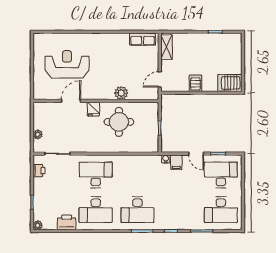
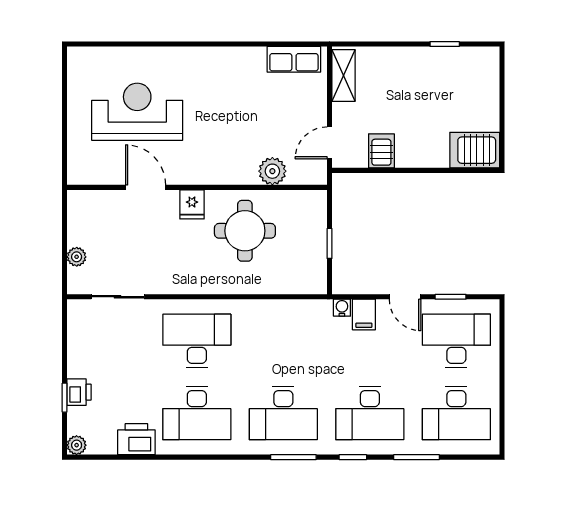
server rack: (195, 83) -> (381, 151), moved
plant: (121, 93) -> (272, 171), moved
door: (71, 101) -> (146, 187), hinge flipped
printer: (39, 171) -> (79, 392), moved
desk: (179, 210) -> (370, 413), added

